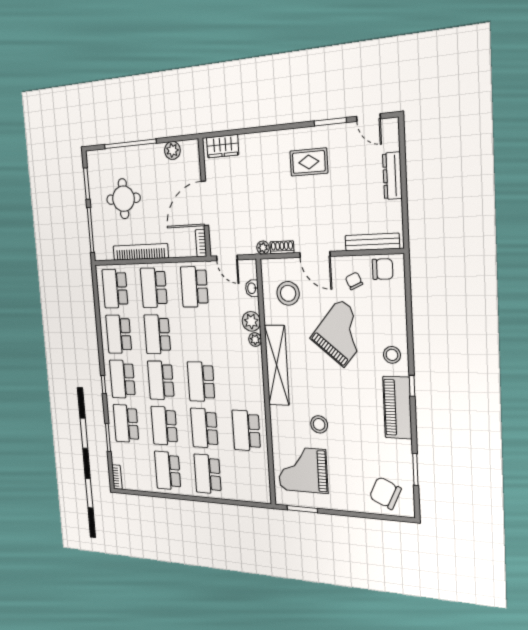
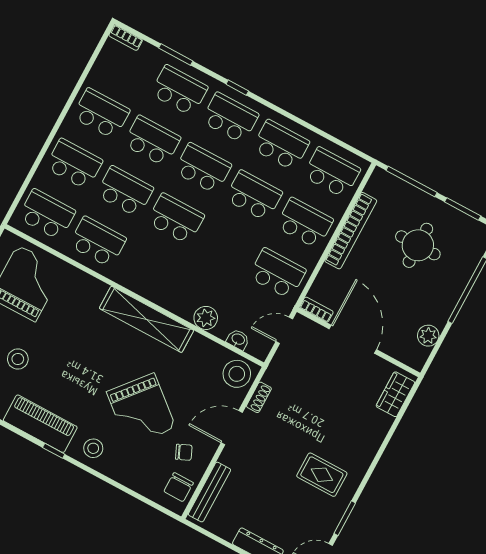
rug: (309, 162) -> (322, 475), turned 90
plant: (263, 248) -> (271, 377), removed
stool: (288, 293) -> (237, 374), moved
plant: (255, 340) -> (185, 311), removed
stool: (319, 424) -> (18, 359), moved
school desk: (249, 477) -> (47, 214), added

